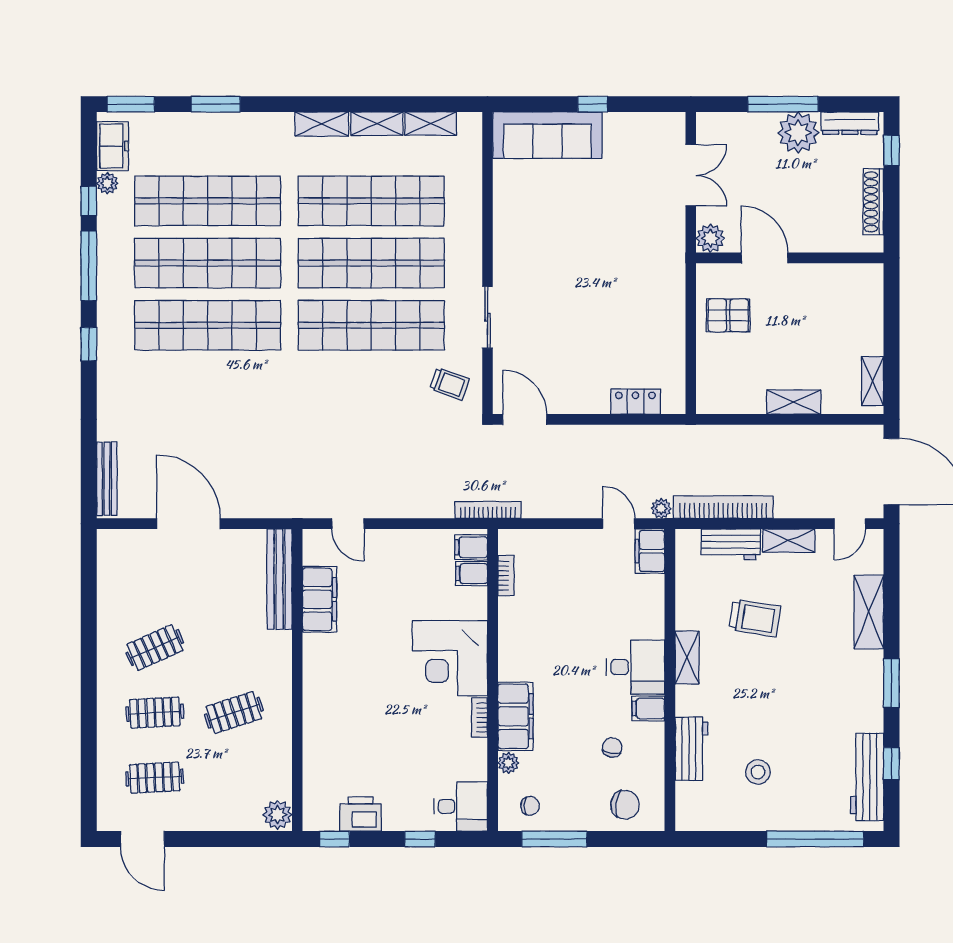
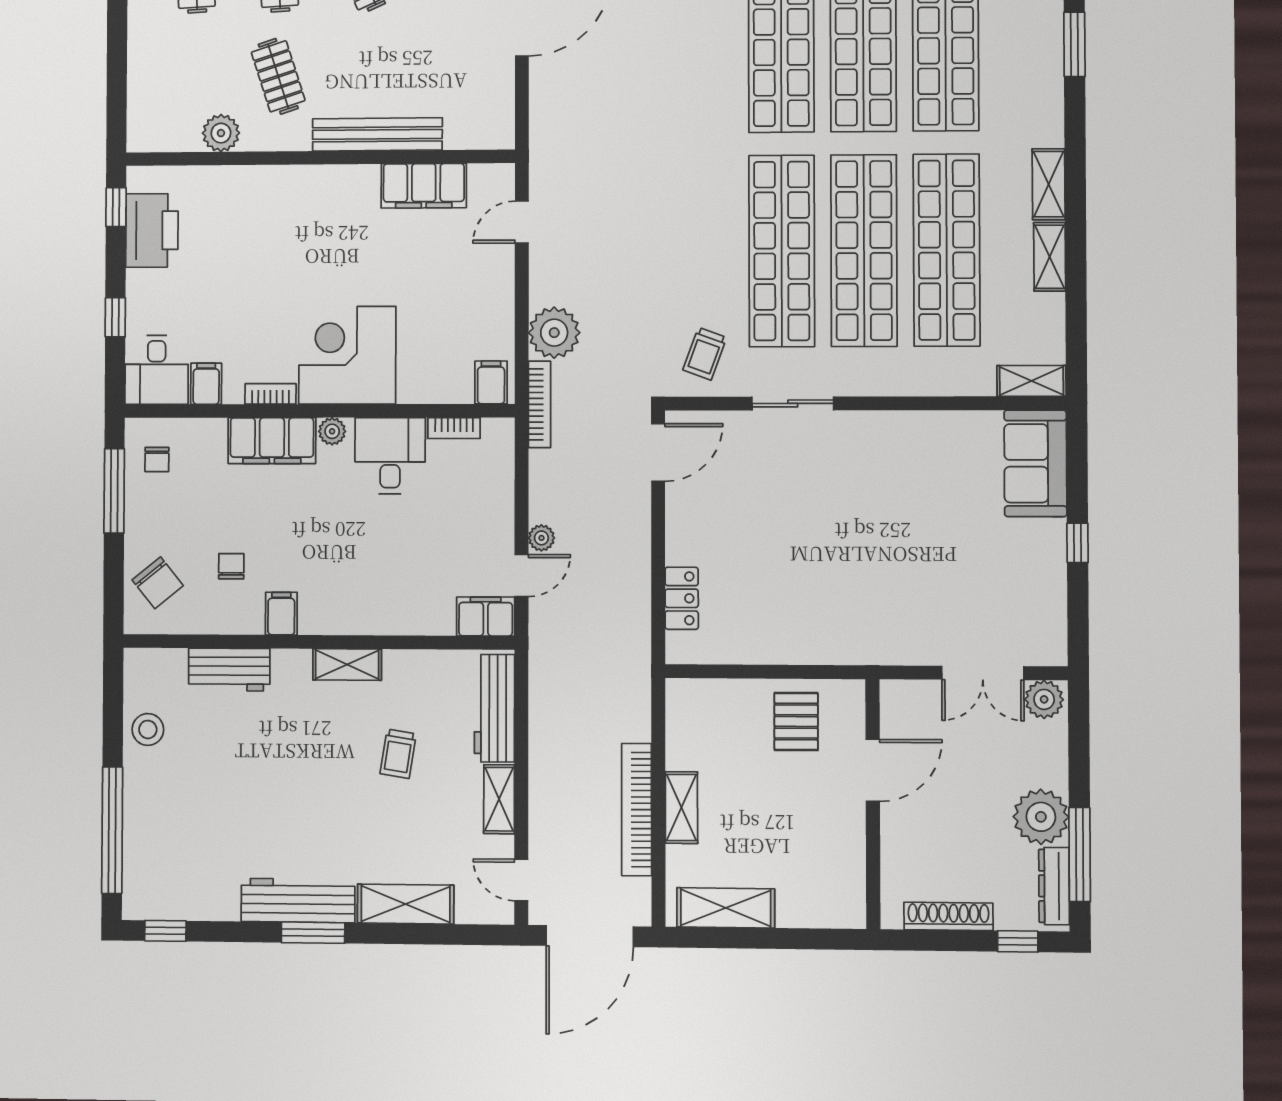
window: (783, 104) -> (1080, 854), moved
shelving: (431, 124) -> (1032, 381), moved, turned 90
sofa: (547, 135) -> (1035, 463), width x0.73
plant: (710, 238) -> (1044, 699), moved
shelving: (873, 381) -> (726, 908), width x1.50, depth x1.33
plant: (433, 499) -> (554, 333), added
bookcase: (723, 507) -> (637, 810), moved, turned 180
plant: (661, 508) -> (541, 538), moved
workbench: (731, 544) -> (494, 708), width x1.38
filing cabinet: (472, 574) -> (206, 384), moved
bench: (280, 579) -> (377, 134), moved
trolley: (755, 618) -> (398, 754), width x0.73, depth x0.72
desk: (635, 667) -> (390, 456), moved, turned 180
chair: (612, 747) -> (231, 566), turned -101
plant: (508, 763) -> (332, 431), moved
window: (891, 764) -> (165, 931), moved
stool: (758, 772) -> (148, 729), moved
workbench: (867, 777) -> (298, 901), moved
chair: (625, 805) -> (158, 583), turned -47
printer: (360, 814) -> (152, 230), width x1.37, depth x1.19
plant: (278, 815) -> (221, 133), moved

